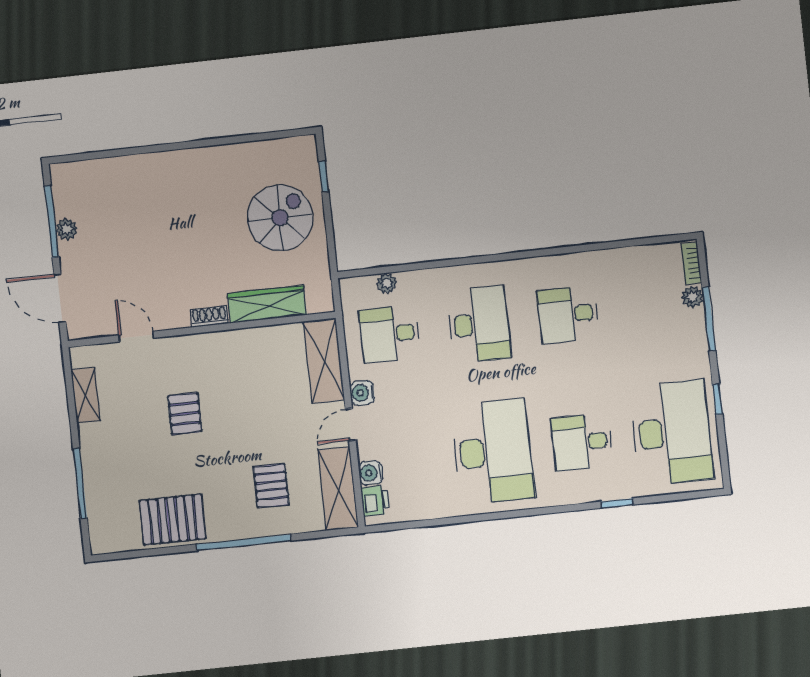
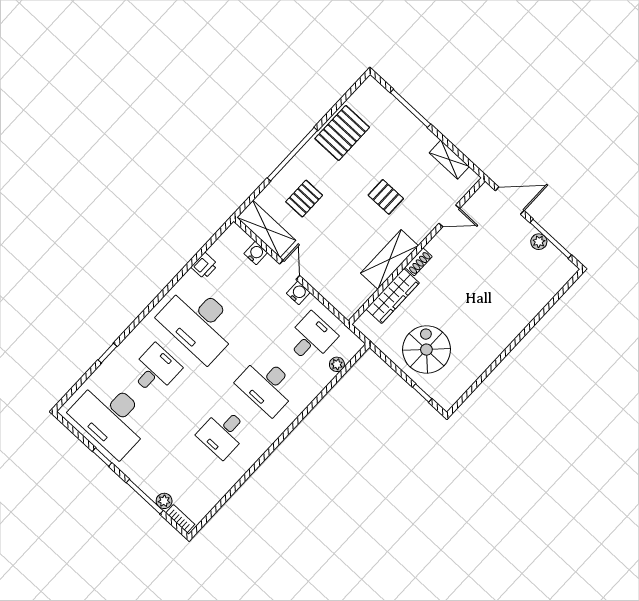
spiral stairs: (280, 218) -> (426, 350), turned 180
desk: (568, 315) -> (223, 433), turned 180
shelving: (324, 361) -> (389, 259), moved, turned 90
pallet: (271, 486) -> (304, 199), turned 90
printer: (375, 501) -> (205, 266), moved, turned -90

